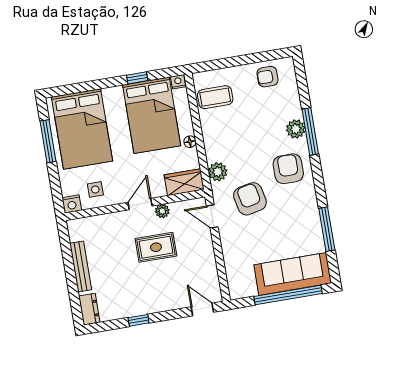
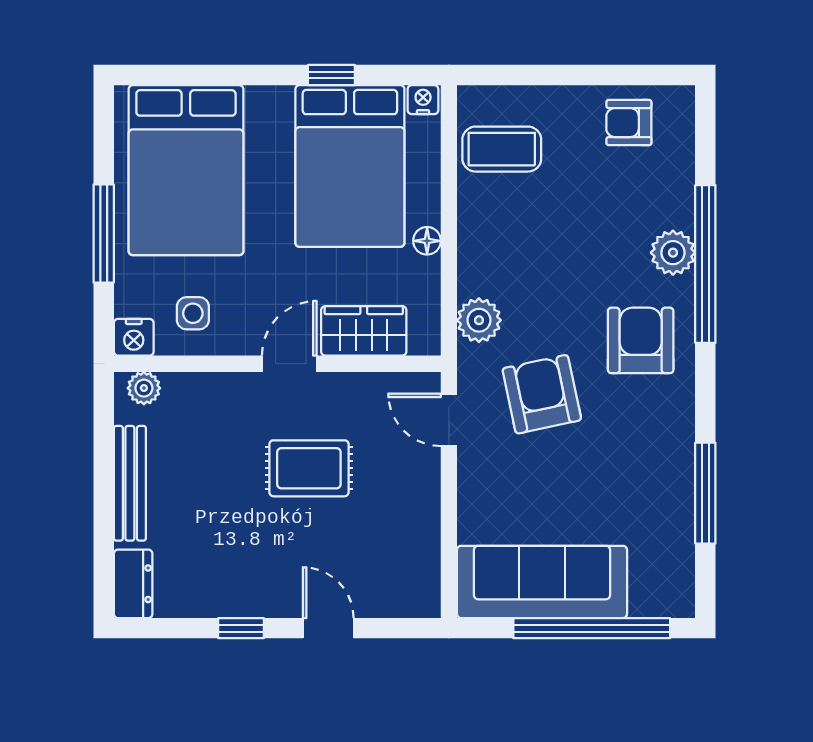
window: (310, 131) -> (705, 264), width x1.46
window: (48, 141) -> (104, 234), moved
wardrobe: (184, 182) -> (364, 331), moved
plant: (162, 211) -> (144, 388), moved
sofa: (293, 274) -> (542, 582), moved
door: (202, 310) -> (328, 628), moved

